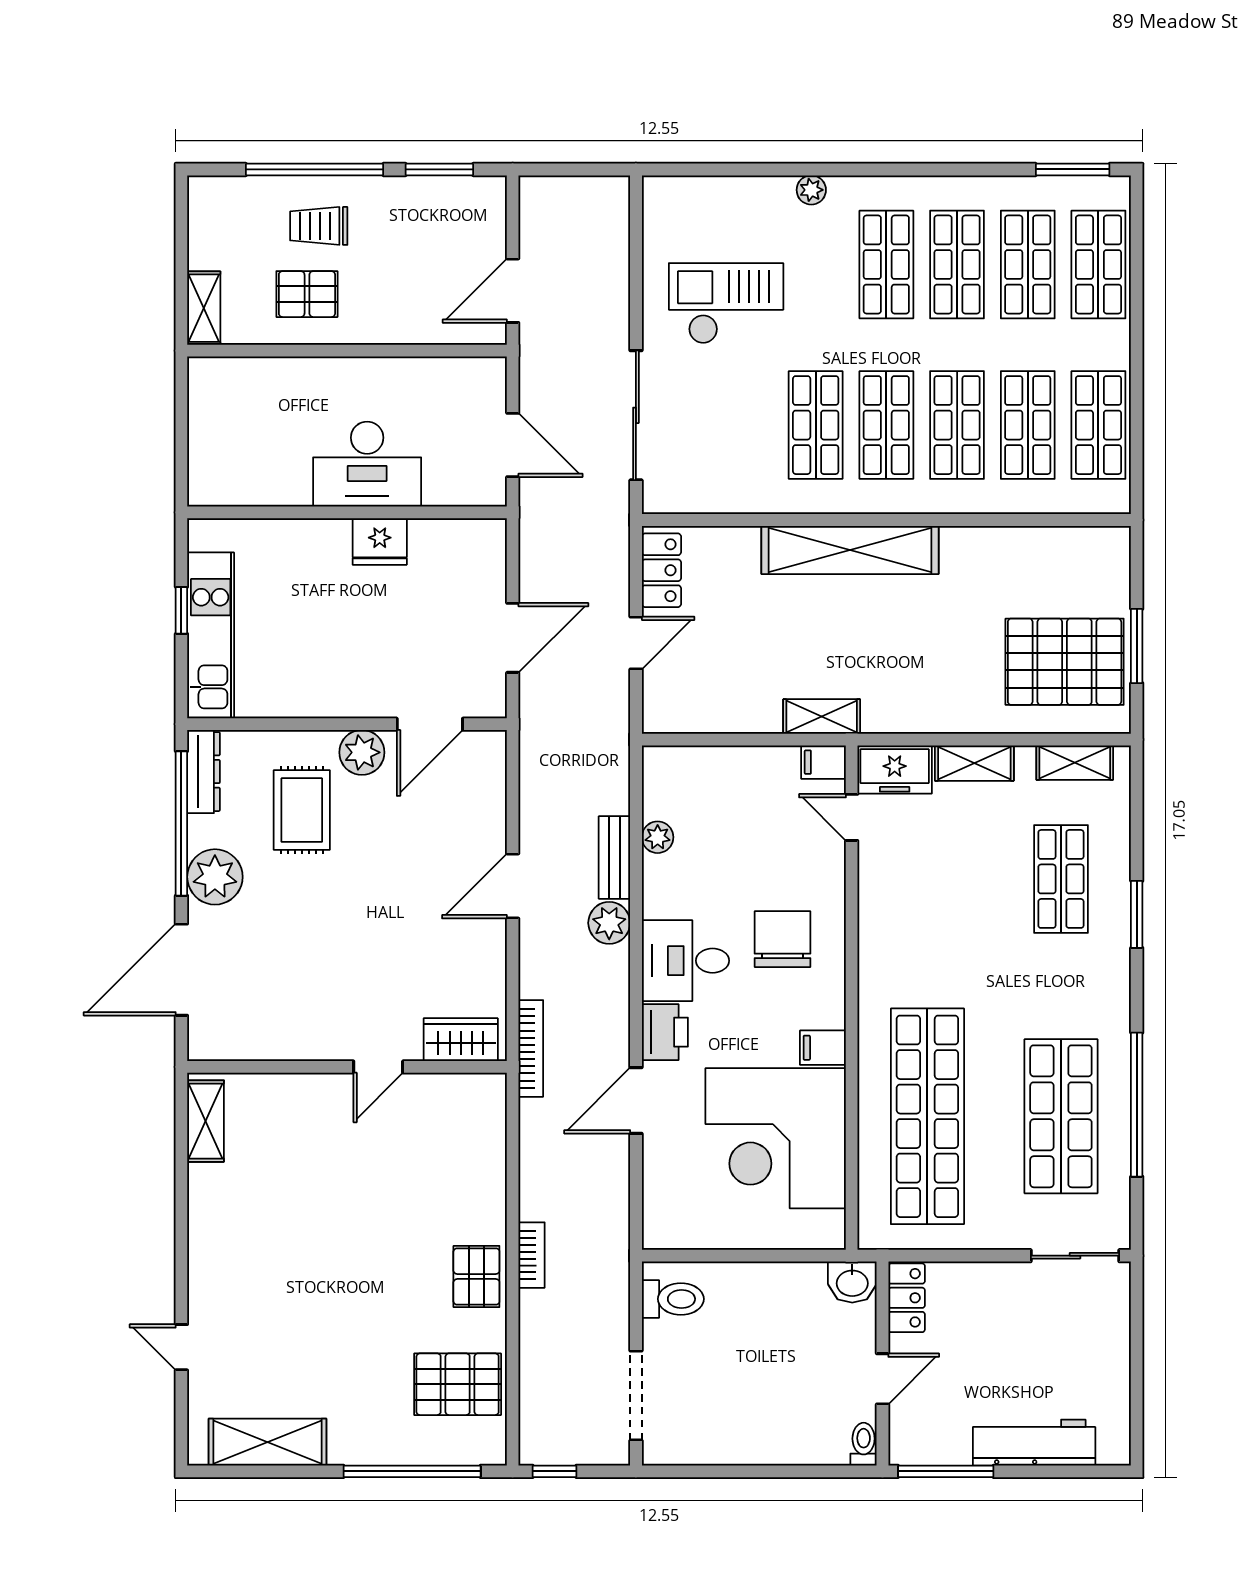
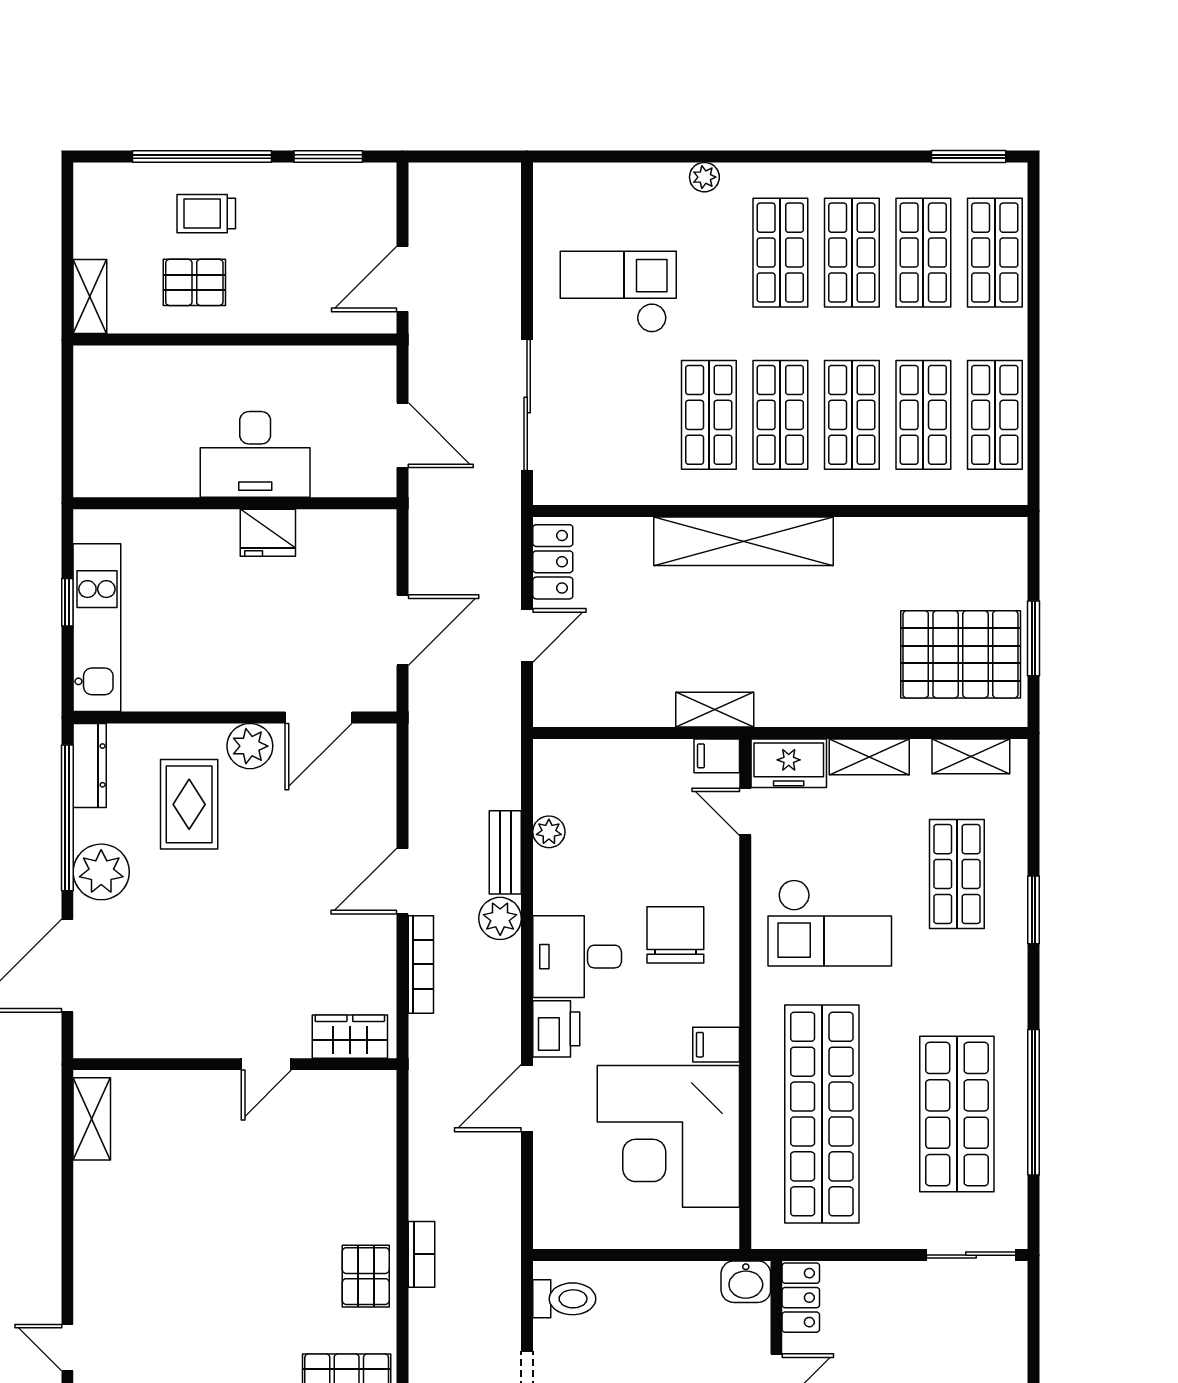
checkout: (935, 927) -> (830, 923), added
bookcase: (531, 1048) -> (421, 964), moved

